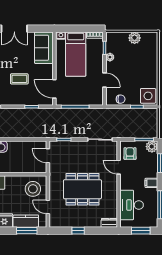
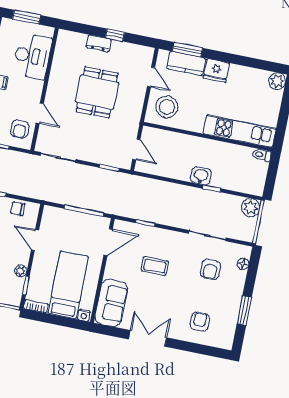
door: (54, 89) -> (108, 242), hinge flipped
dining table: (82, 189) -> (97, 92), width x0.73
dresser: (109, 223) -> (99, 43), moved

